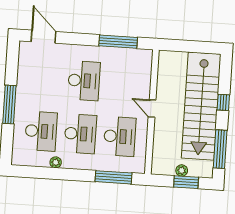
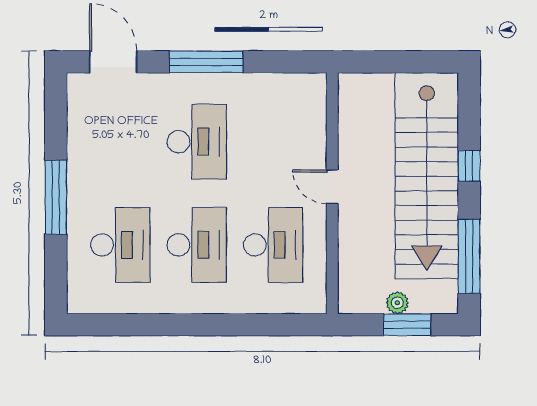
window: (118, 42) -> (206, 62), moved
plant: (56, 162) -> (153, 303), removed
window: (113, 177) -> (266, 325), removed

